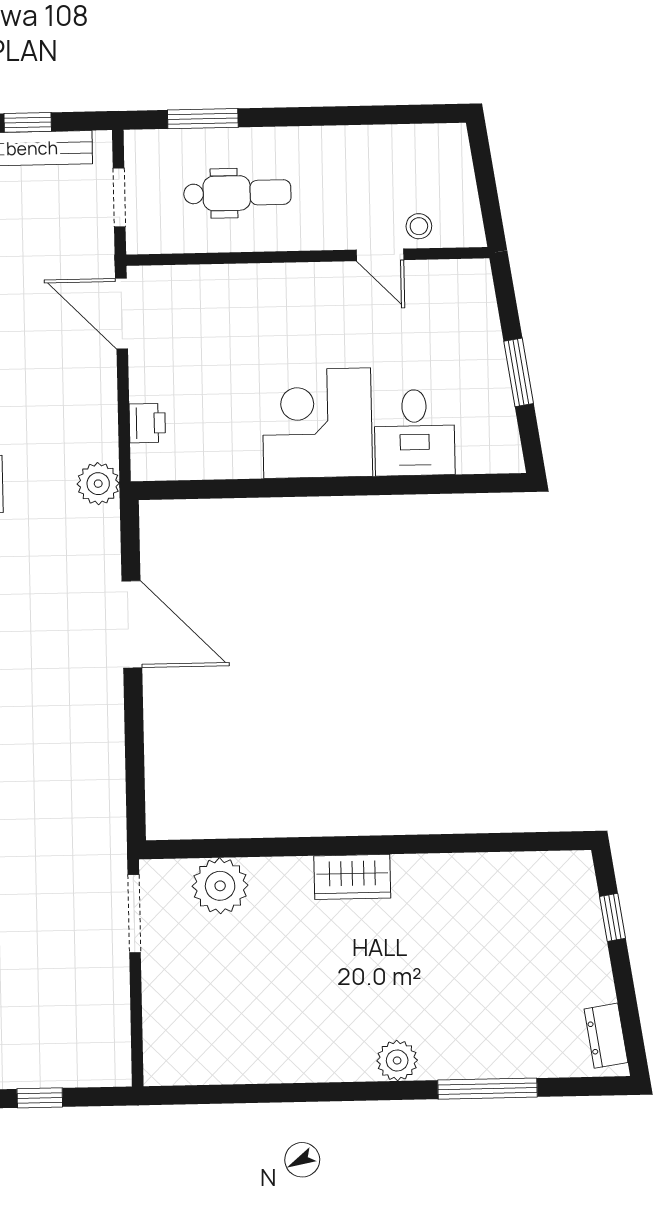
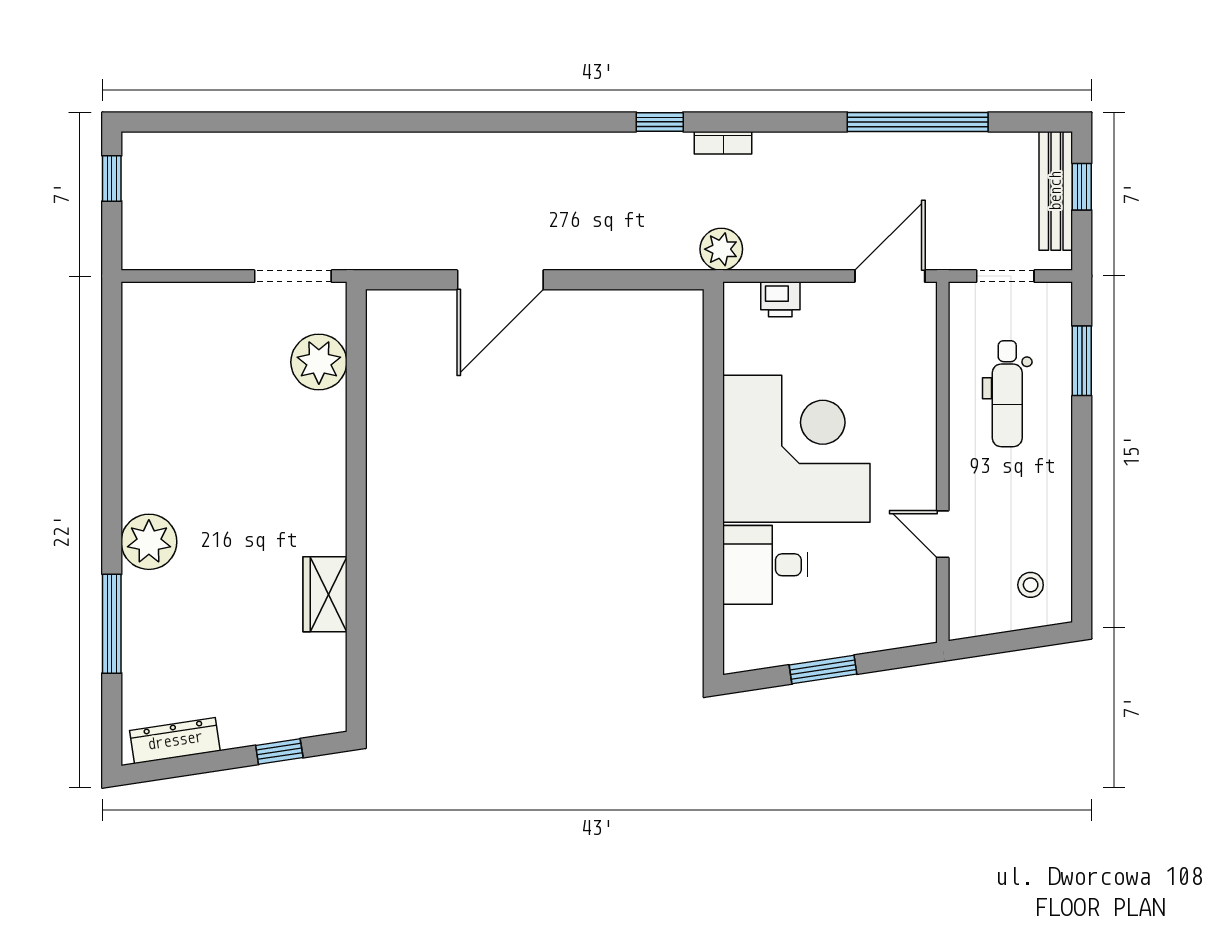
stool: (419, 226) -> (1031, 585), moved
door: (380, 255) -> (943, 534), hinge flipped
corner desk: (317, 423) -> (796, 449), width x1.36, depth x1.36
door: (132, 624) -> (500, 280), moved
wardrobe: (352, 877) -> (325, 594), moved
dresser: (606, 1036) -> (175, 741), width x1.44
plant: (397, 1060) -> (149, 542), width x1.36, depth x1.36

